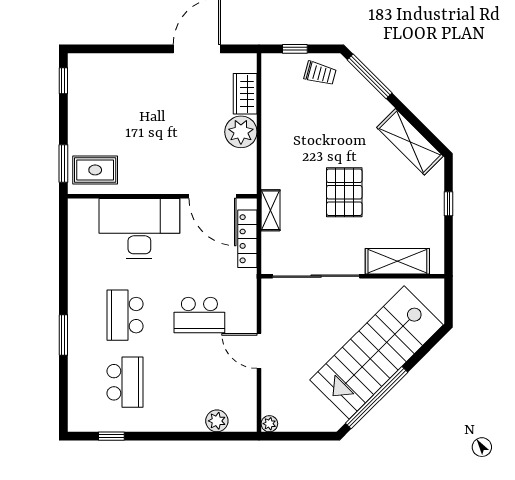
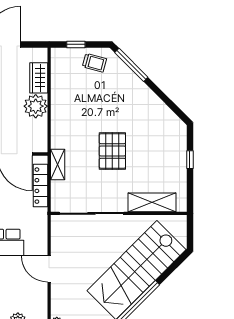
shelving: (410, 142) -> (161, 114), removed

